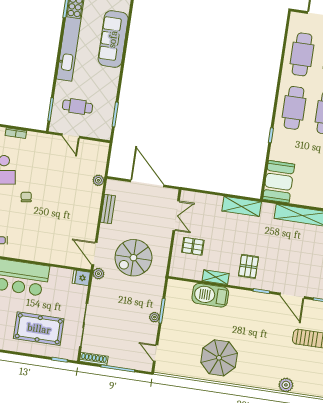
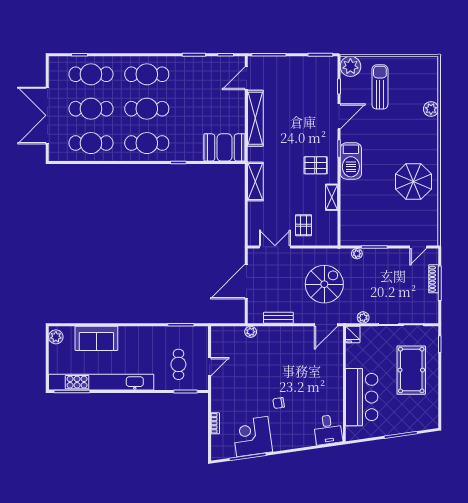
sofa: (113, 39) -> (96, 338), width x0.73
spiral stairs: (133, 258) -> (324, 284), turned -90
plant: (98, 274) -> (363, 317), moved
barbecue: (210, 295) -> (351, 161), moved
plant: (154, 317) -> (357, 254), moved
shoe rack: (94, 359) -> (434, 279), moved

